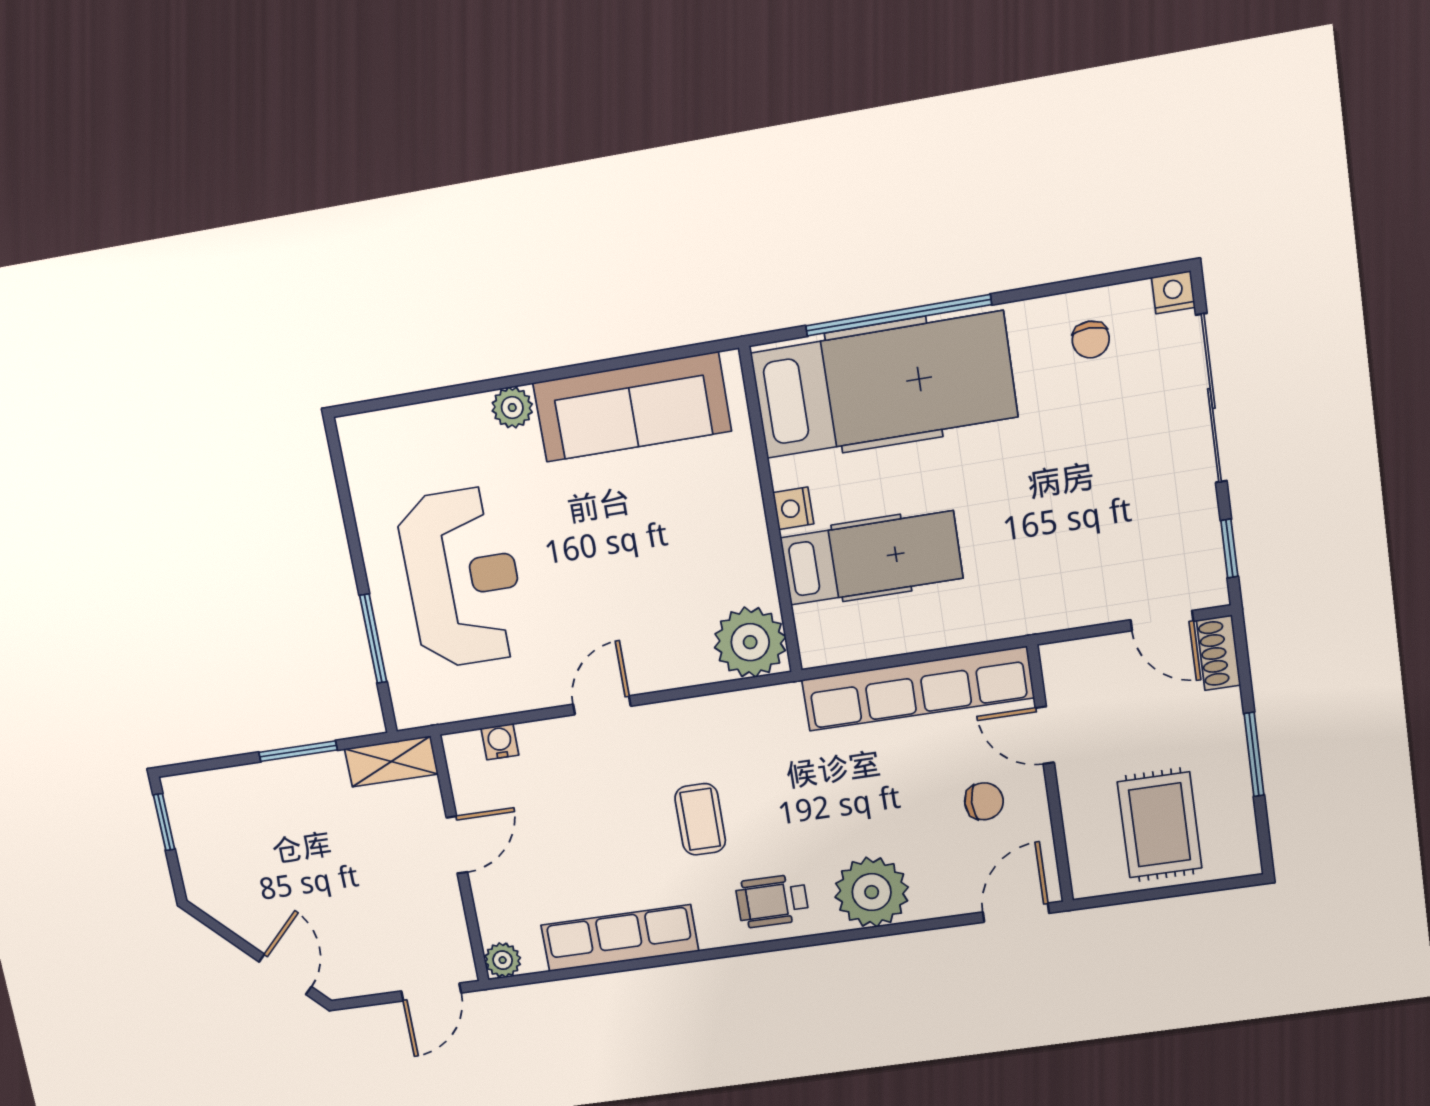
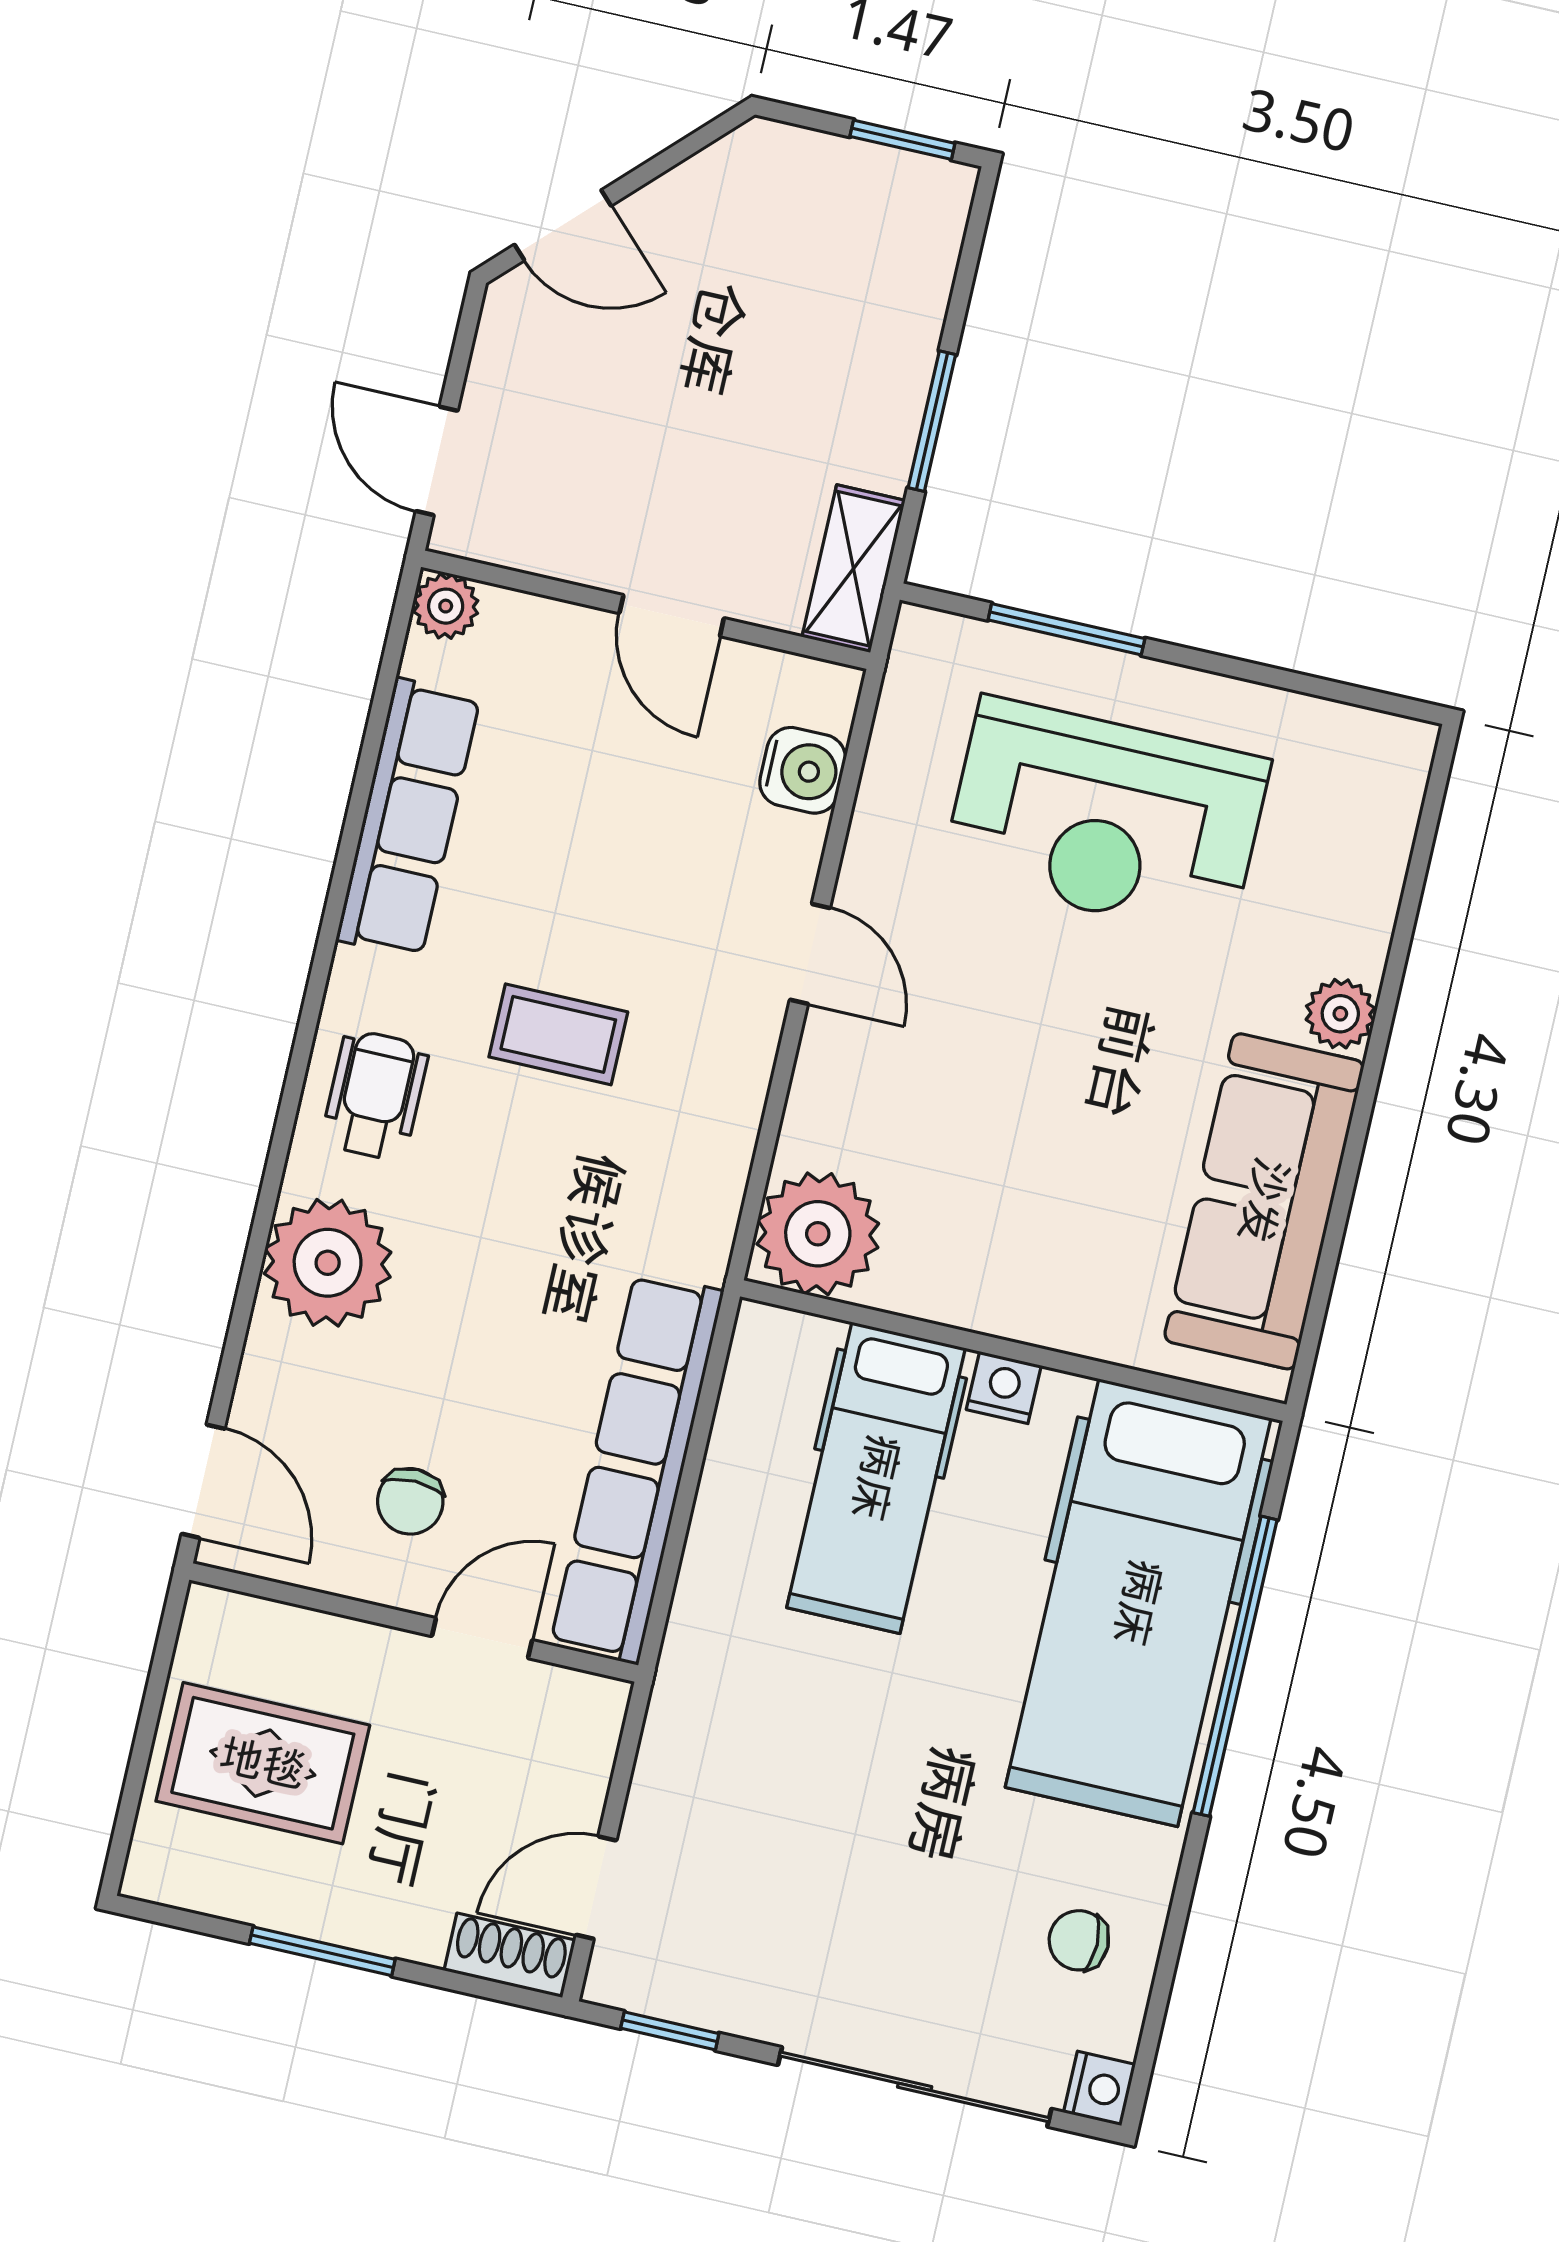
water cooler: (500, 742) -> (803, 770), width x1.38, depth x1.38

